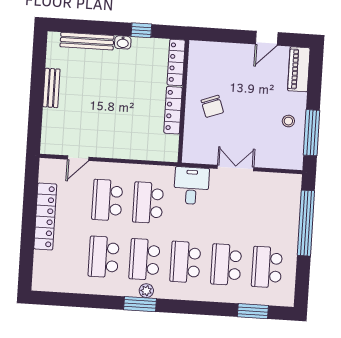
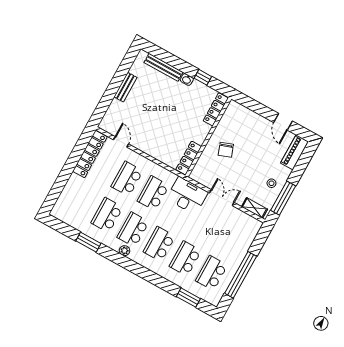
door: (267, 38) -> (283, 122), hinge flipped
locker: (173, 110) -> (189, 158), moved
door: (78, 158) -> (121, 142), swing flipped
shelving: (282, 162) -> (254, 208), added
desk: (191, 186) -> (187, 196), width x1.37
locker: (45, 216) -> (90, 154), moved
window: (306, 223) -> (241, 275), moved
window: (140, 304) -> (88, 242), moved

